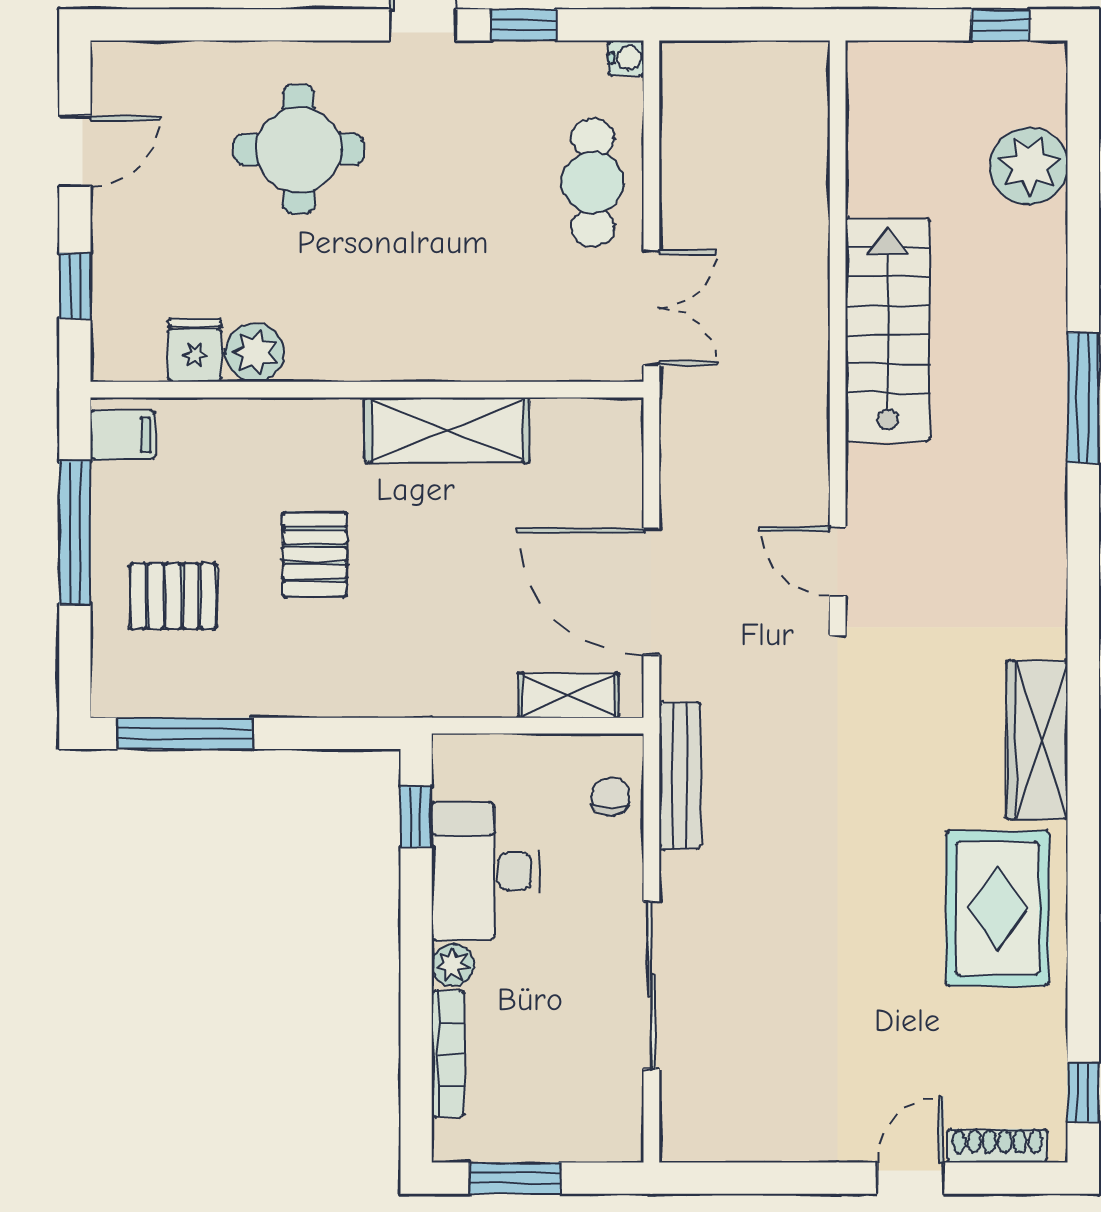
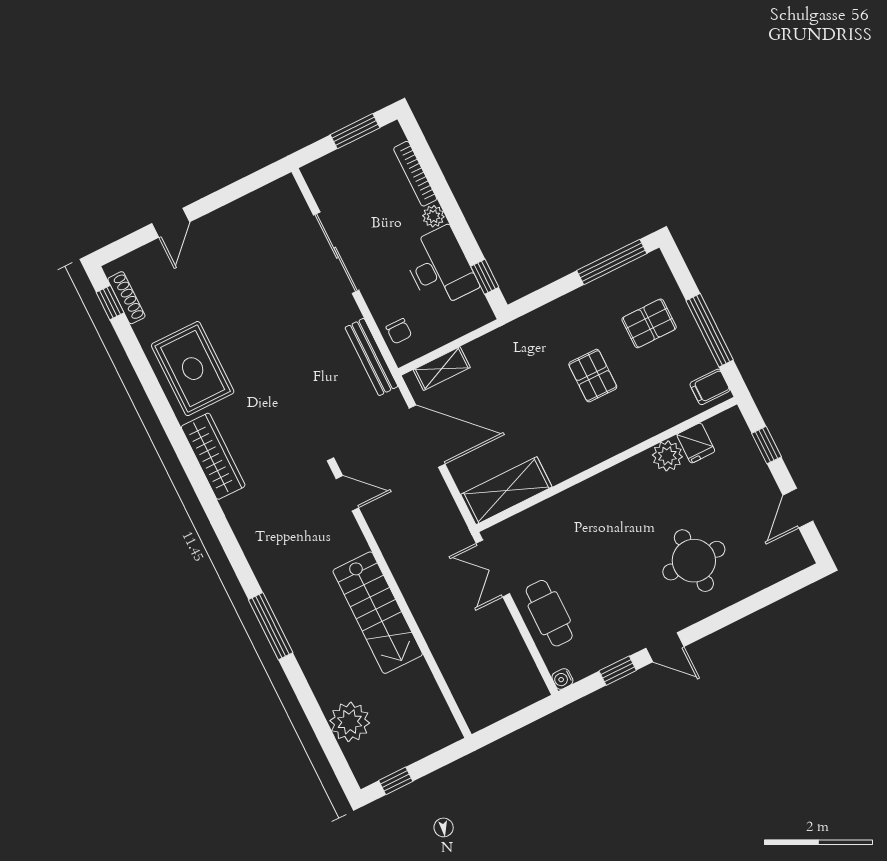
shelving: (447, 430) -> (506, 491), moved
shoe rack: (997, 1146) -> (126, 298), moved, turned -90

